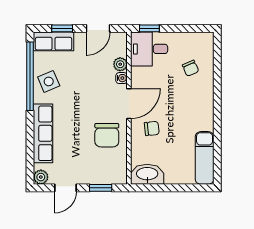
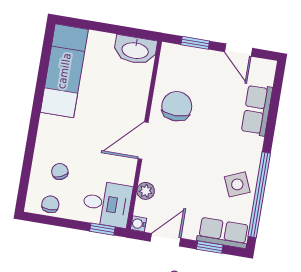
water cooler: (122, 78) -> (138, 224), moved
chair: (152, 128) -> (50, 204), moved, turned 96
row of seats: (43, 133) -> (257, 110), width x0.68
exam couch: (205, 158) -> (64, 71), width x1.36, depth x1.45
plant: (41, 177) -> (267, 68), removed
door: (66, 188) -> (238, 50), swing flipped

